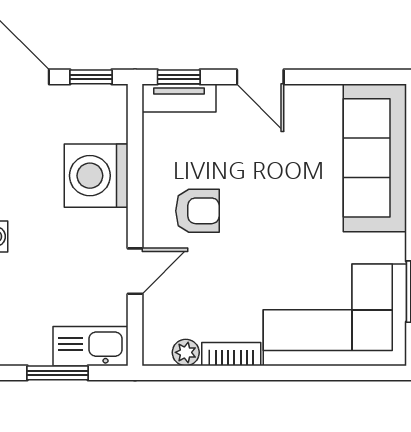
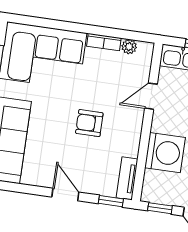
tv unit: (179, 98) -> (127, 178), moved, turned -90
armchair: (197, 211) -> (89, 123), moved

